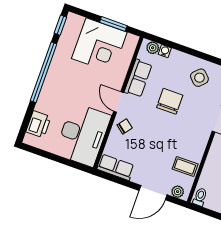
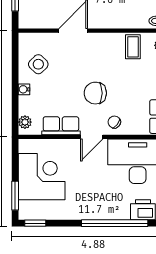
window: (113, 24) -> (15, 196), moved
water cooler: (165, 51) -> (24, 89), moved
window: (44, 72) -> (115, 223), moved
chair: (170, 101) -> (95, 93), moved

